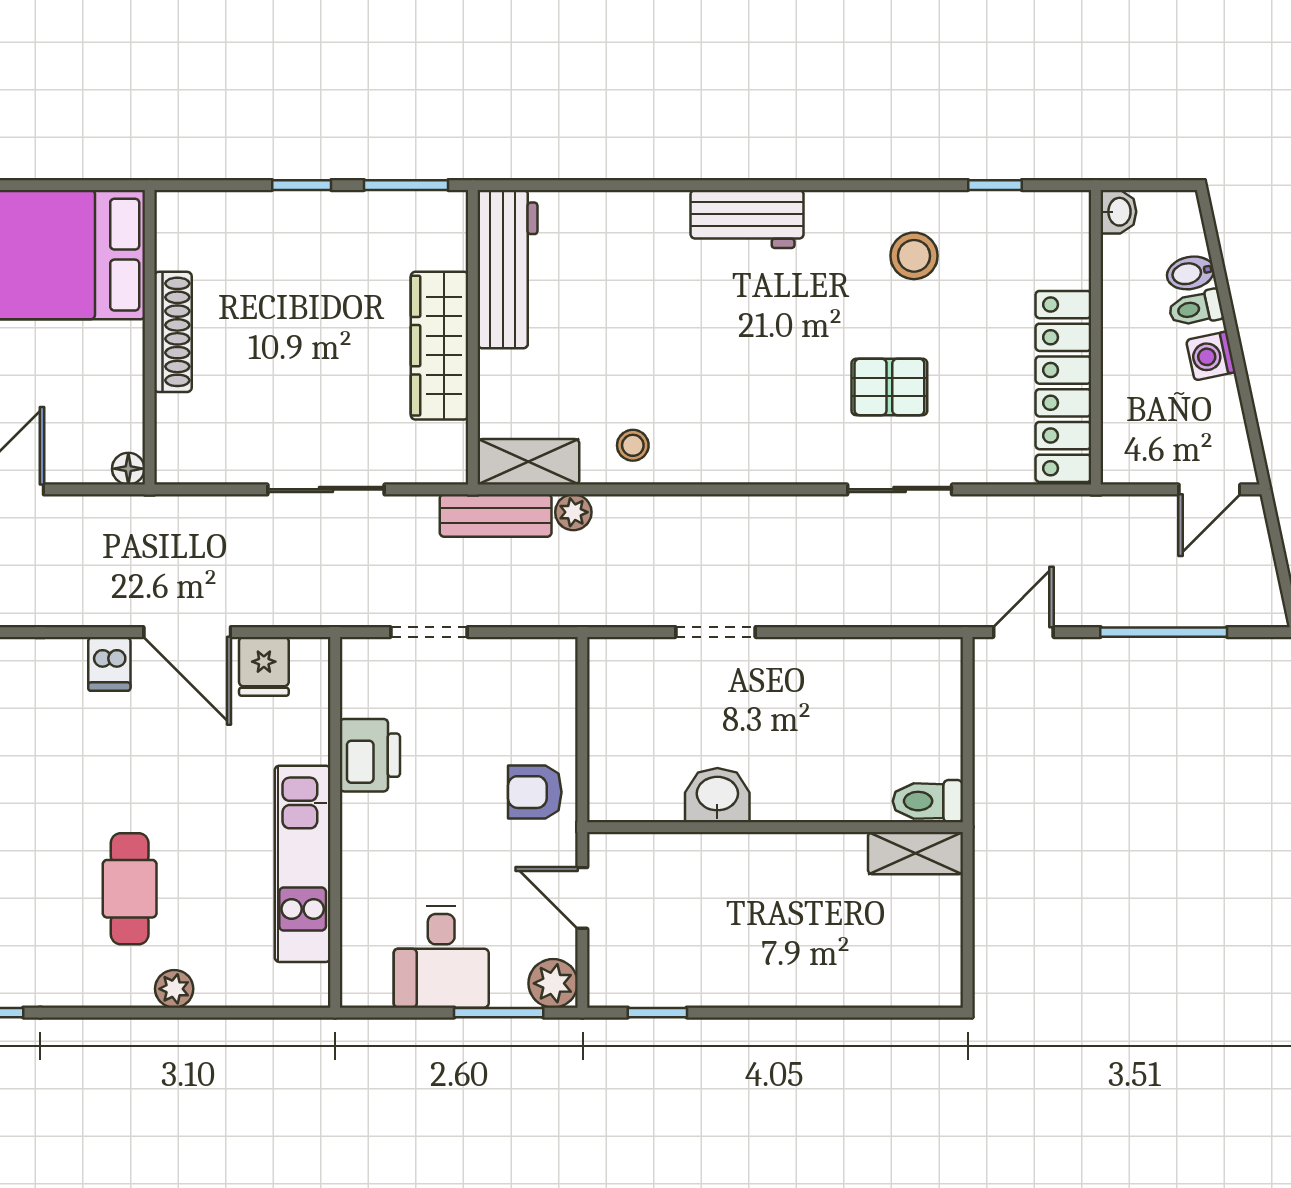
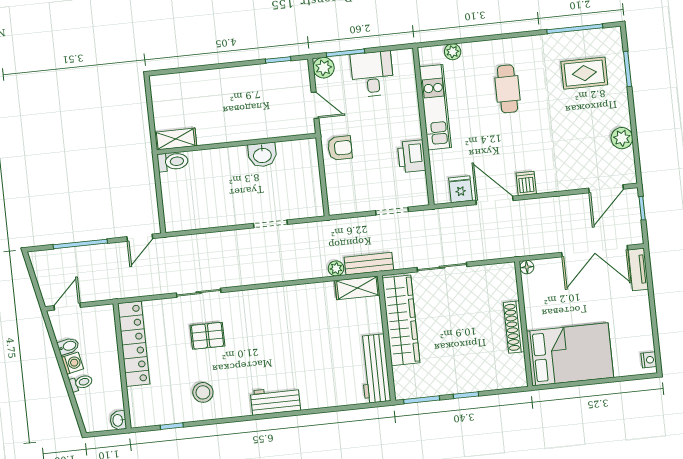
bidet: (1190, 273) -> (68, 346), moved
wardrobe: (440, 346) -> (401, 320), width x1.40, depth x1.17
stool: (633, 445) -> (314, 299), removed
plant: (174, 989) -> (453, 52), moved

